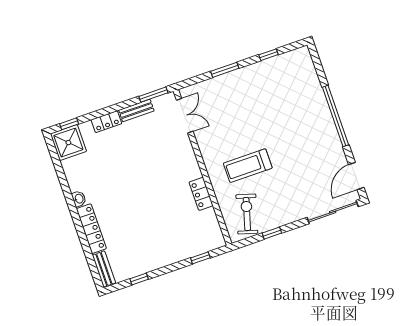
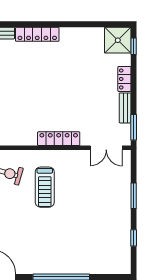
treadmill: (248, 166) -> (45, 187), turned 180
locker: (201, 194) -> (59, 139), moved, width x1.53
washbasin: (79, 199) -> (67, 32), removed

